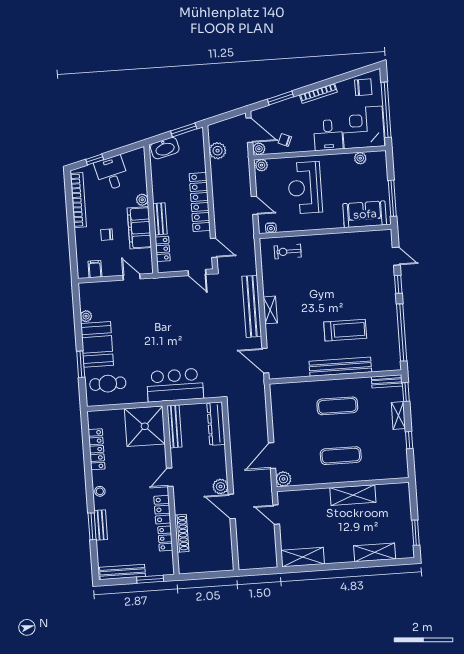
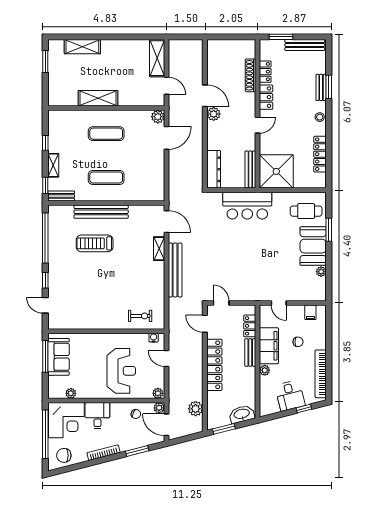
sofa: (365, 214) -> (58, 357), moved, turned -90
shelving: (270, 310) -> (159, 249), moved
shelving: (303, 557) -> (157, 58), moved, turned 90

